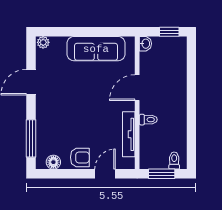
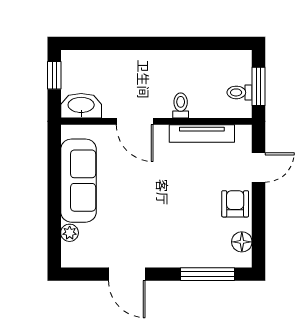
plant: (43, 42) -> (70, 233), moved
washbasin: (145, 44) -> (81, 106), width x1.91, depth x1.45
toilet: (174, 161) -> (240, 92), moved
door: (105, 174) -> (259, 168), swing flipped

